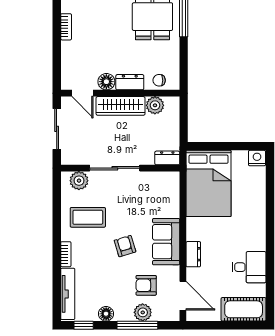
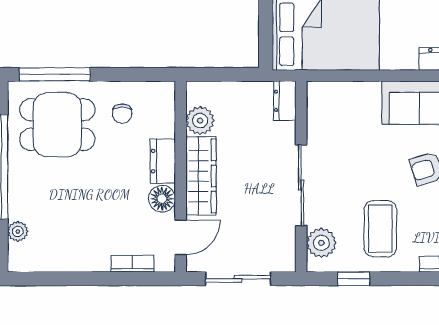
bookcase: (66, 27) -> (132, 264), moved
chair: (159, 80) -> (122, 114), moved
window: (57, 201) -> (354, 279), added

